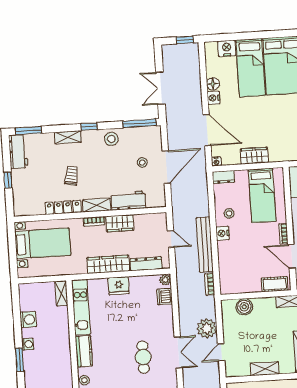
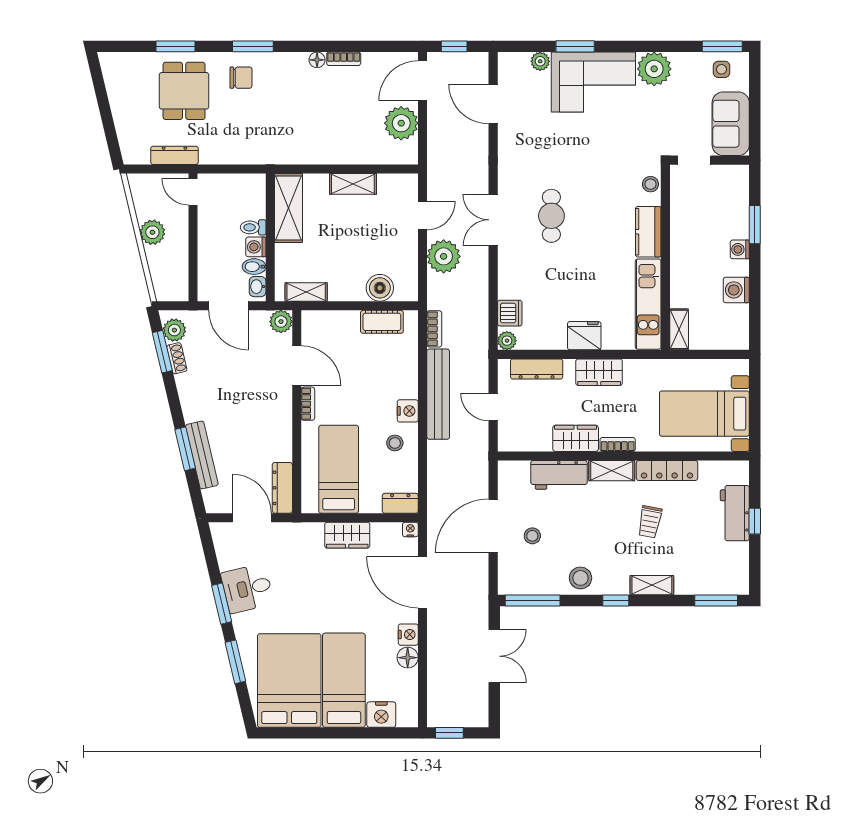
workbench: (18, 151) -> (735, 513), moved
wardrobe: (108, 264) -> (599, 372), width x0.67
cot: (275, 284) -> (382, 322), moved

